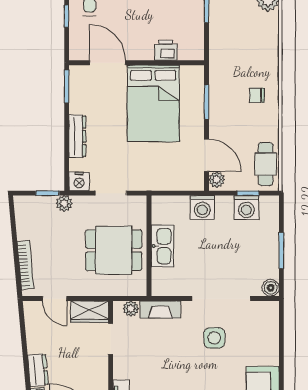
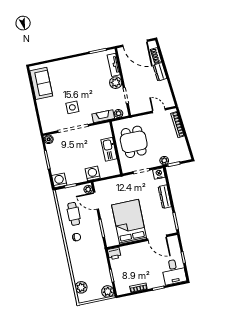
printer: (166, 50) -> (114, 254), moved
cafe table: (266, 164) -> (74, 214), moved
washing machine: (246, 207) -> (59, 180), moved
dining table: (114, 250) -> (134, 142), turned 90
wardrobe: (90, 312) -> (139, 107), removed
plant: (124, 367) -> (116, 83), added

